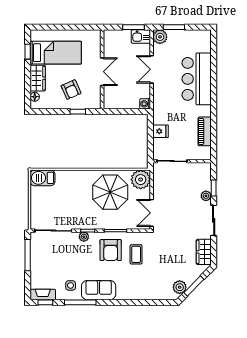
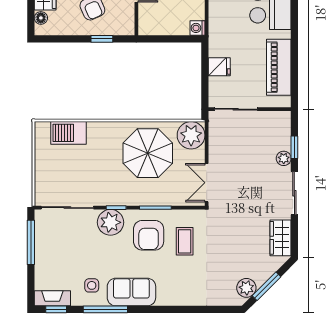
piano: (205, 131) -> (279, 67), width x1.37, depth x1.33
barbecue: (43, 178) -> (68, 133), moved
plant: (84, 237) -> (110, 222), width x1.88, depth x1.88

